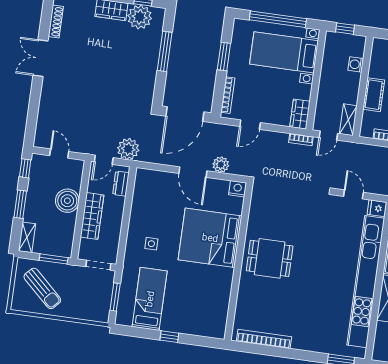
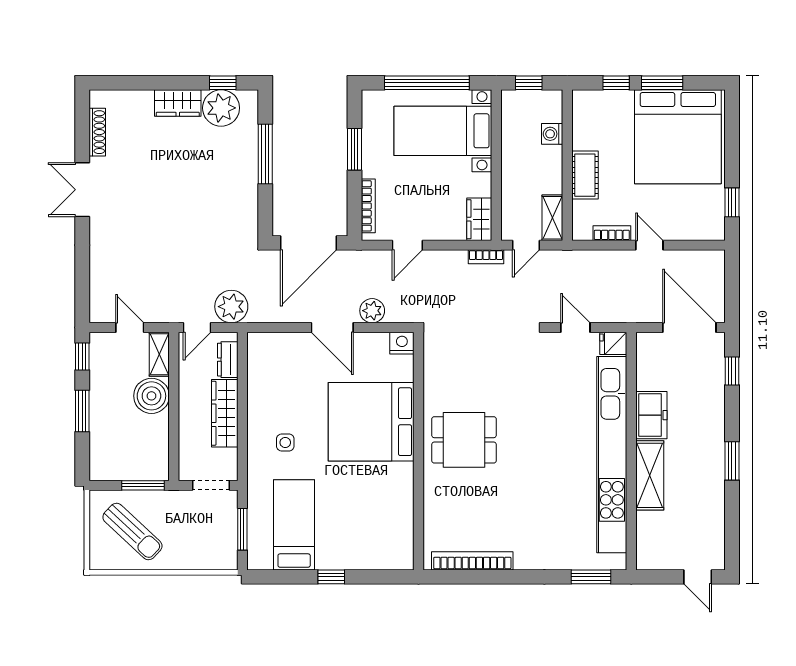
wardrobe: (92, 216) -> (225, 413), moved, turned 180
shelving: (27, 237) -> (159, 354), moved

